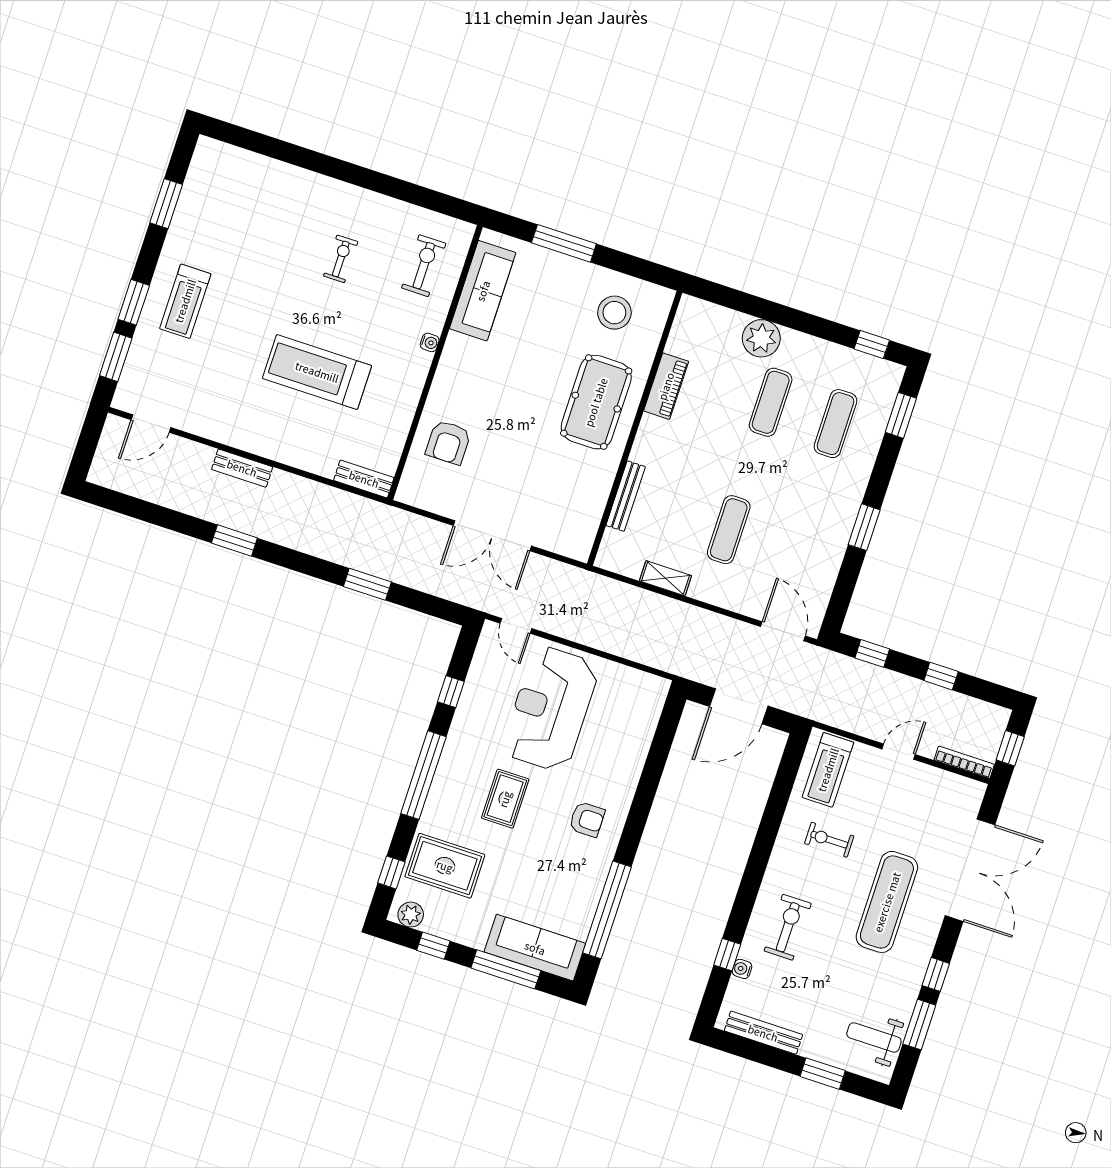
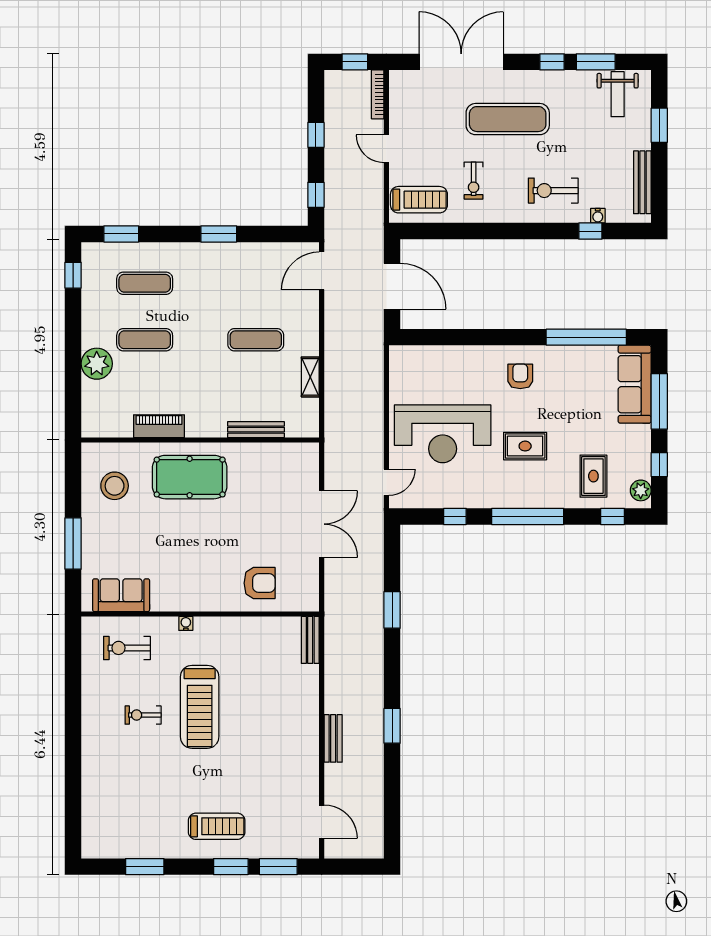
sofa: (483, 291) -> (121, 595), width x0.73
treadmill: (317, 372) -> (200, 707), moved
rug: (445, 866) -> (593, 476), width x0.73, depth x0.70

